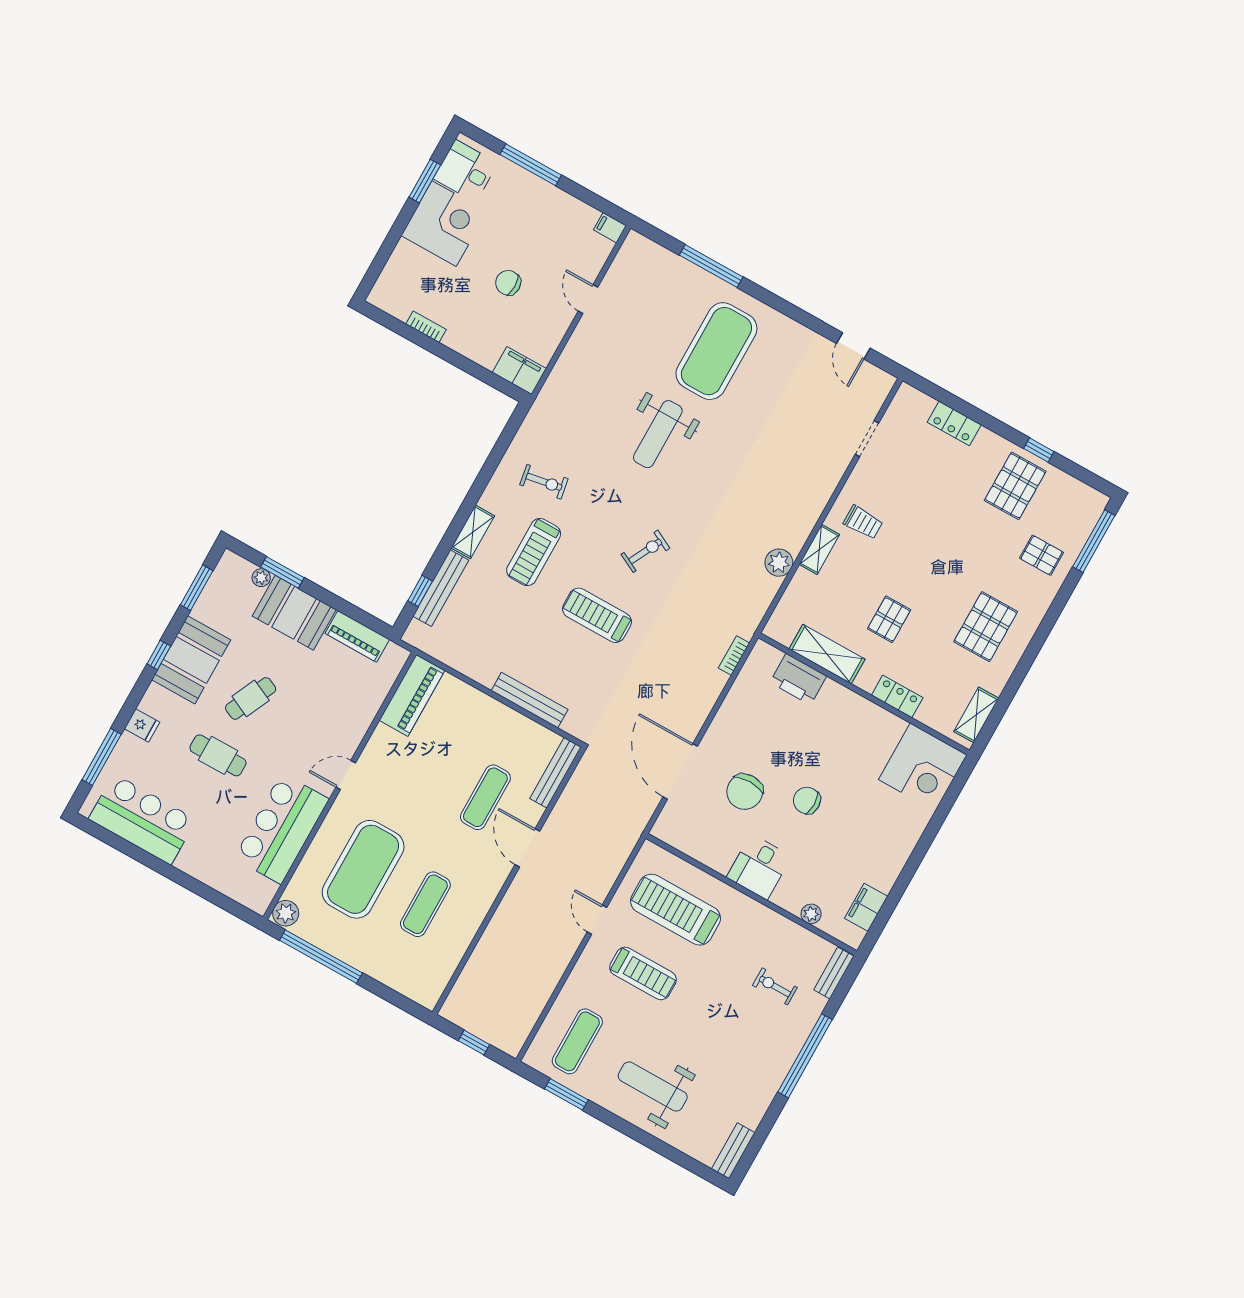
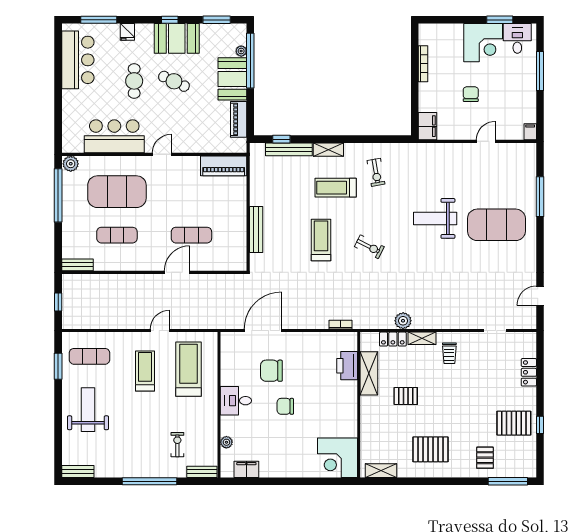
bookcase: (426, 327) -> (423, 64), width x1.56
window: (282, 572) -> (250, 61), width x2.11
locker: (897, 696) -> (393, 339), moved, turned 90
bench: (555, 773) -> (77, 265), moved, width x0.73
door: (346, 775) -> (162, 154), hinge flipped
chair: (807, 800) -> (285, 406), turned -90
treadmill: (643, 973) -> (145, 371), turned 180

